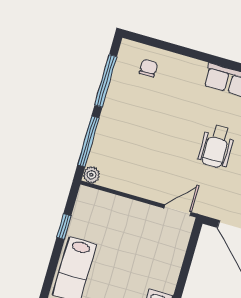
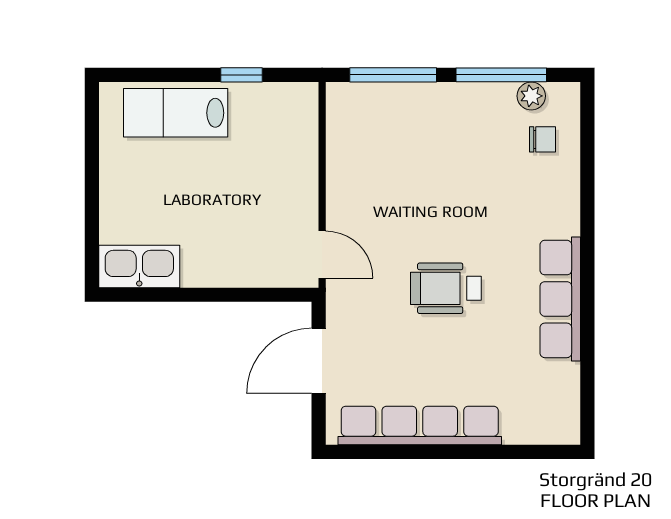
plant: (92, 175) -> (531, 96), moved

